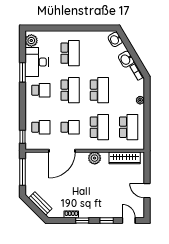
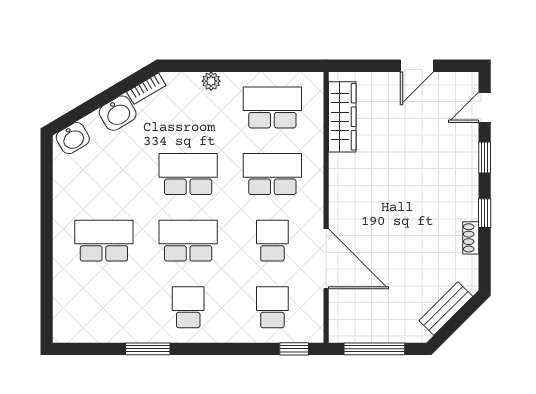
plant: (31, 41) -> (75, 329), removed
desk: (37, 62) -> (124, 317), removed
plant: (95, 158) -> (343, 185), removed

